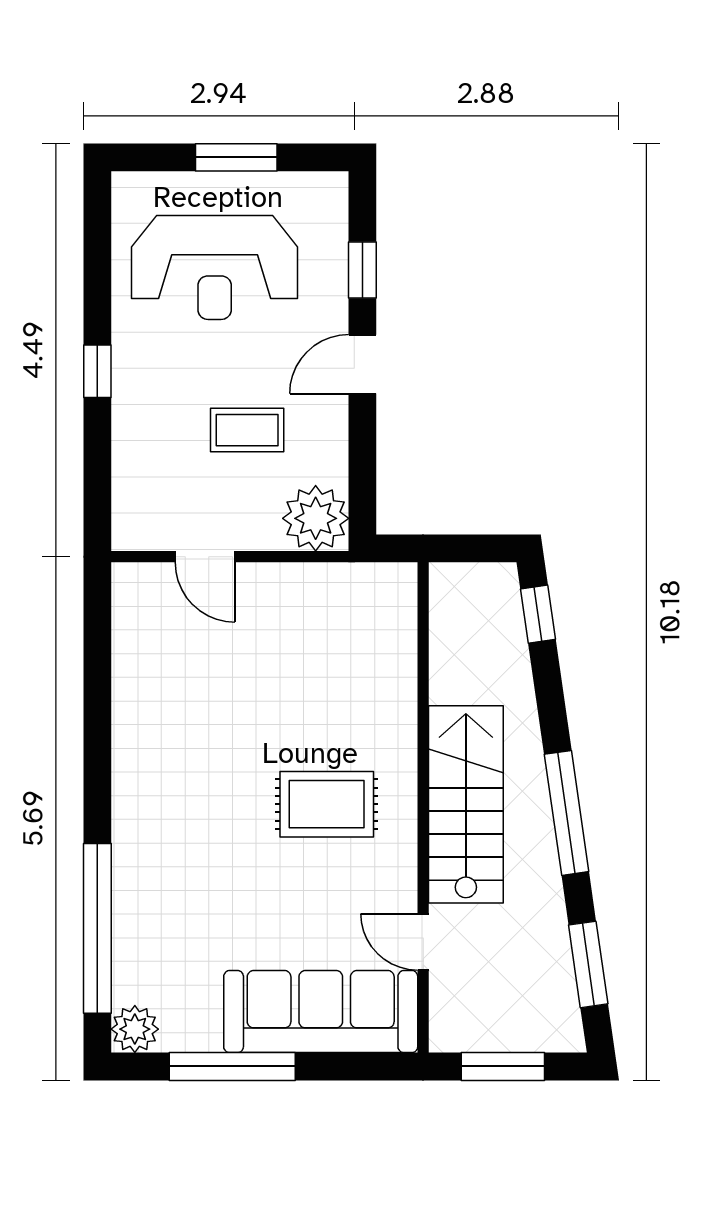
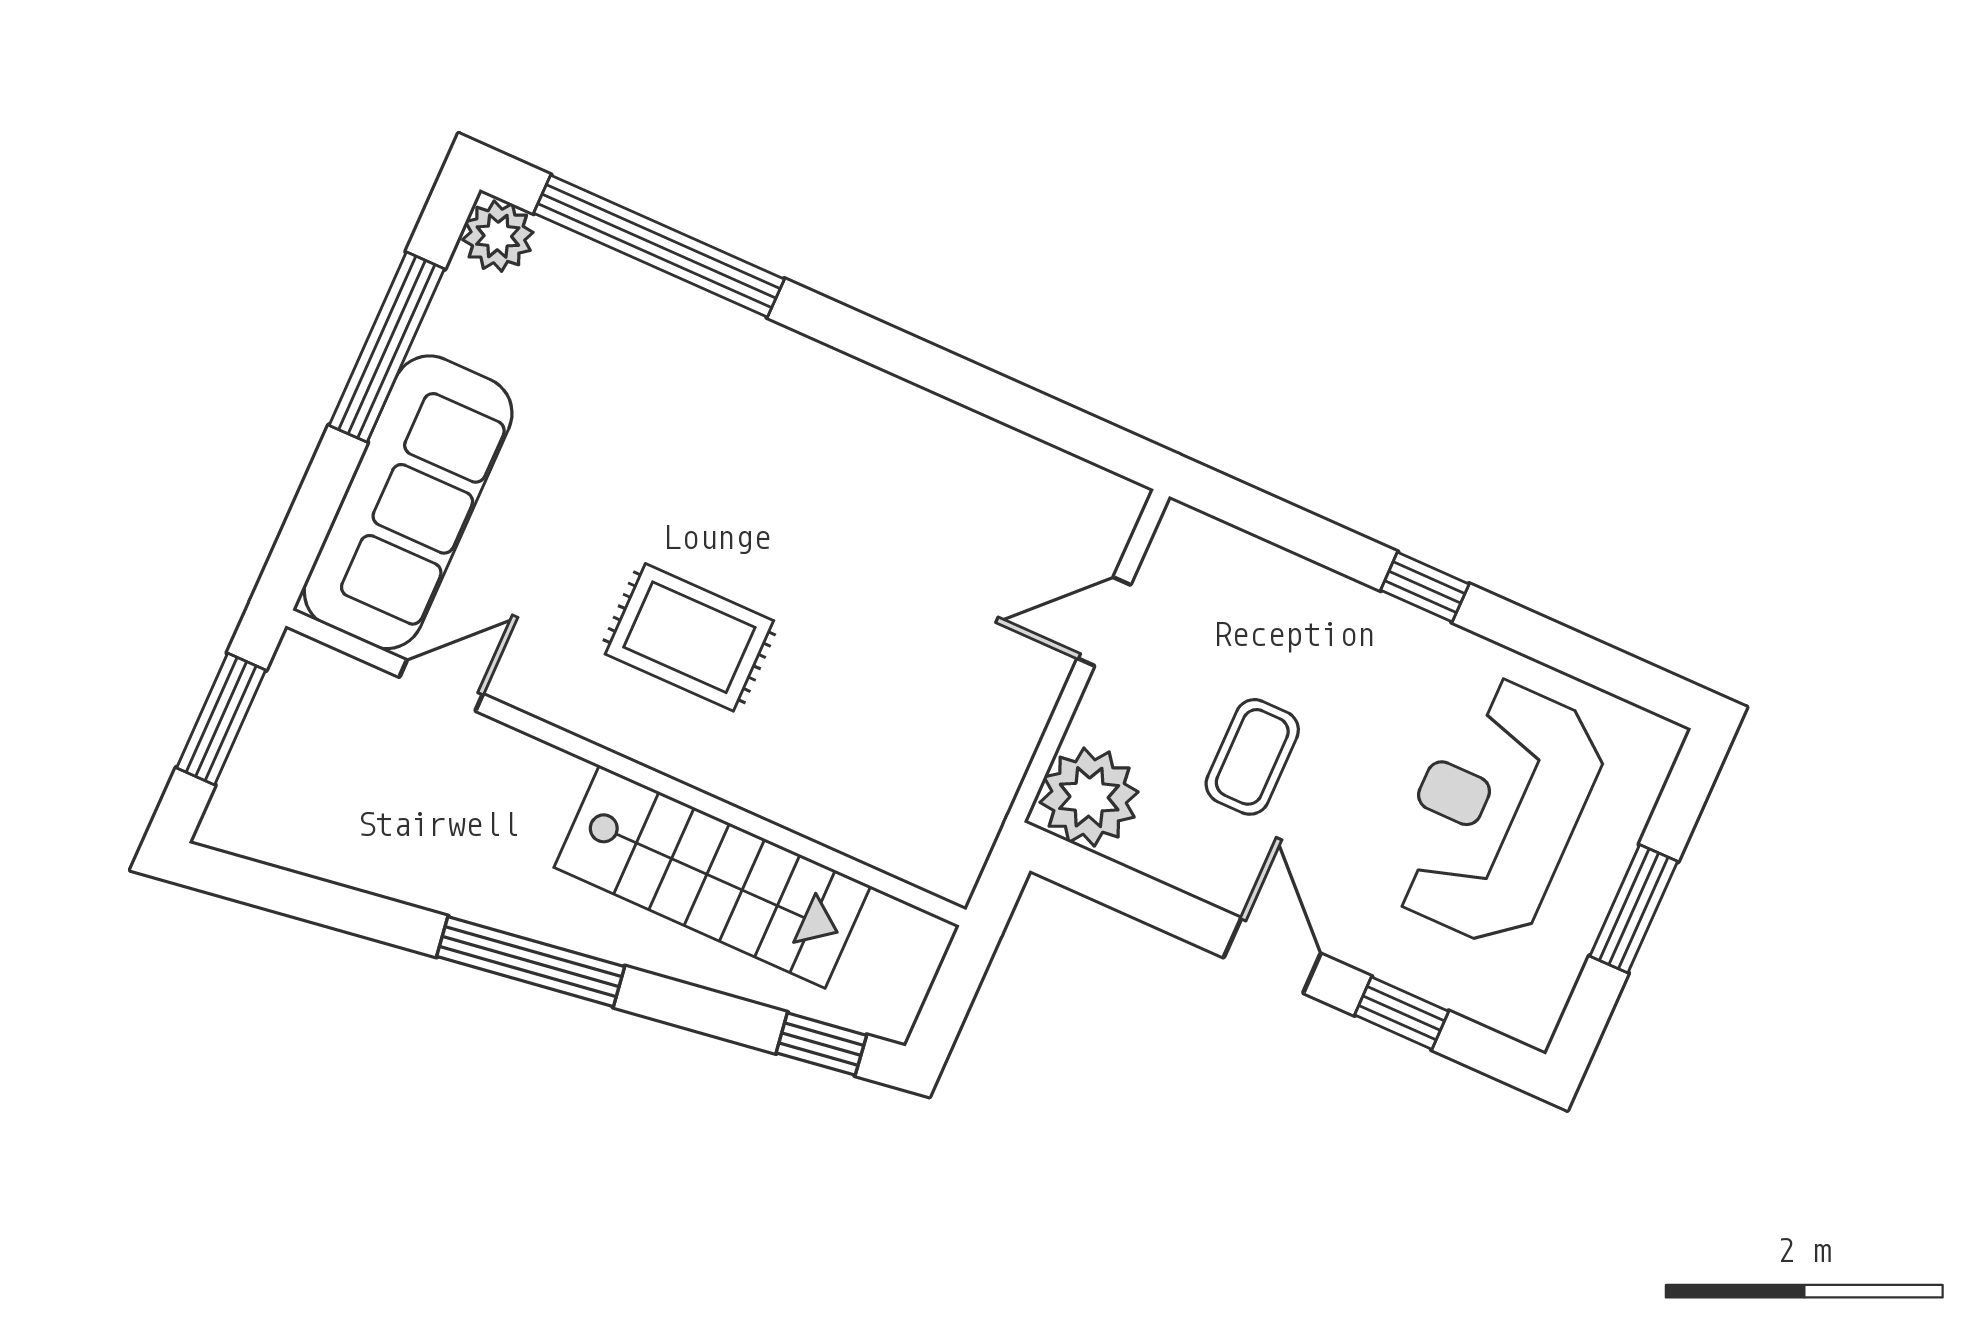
rug: (327, 804) -> (689, 637), turned 90
stairs: (466, 804) -> (712, 877), moved
window: (588, 964) -> (309, 899), removed

